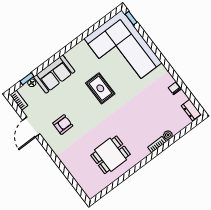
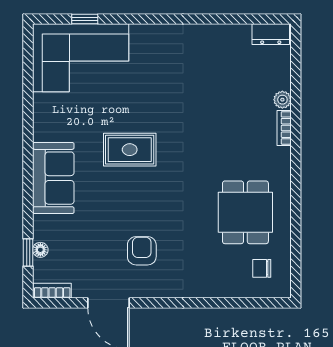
window: (131, 18) -> (85, 19), moved
corner sofa: (123, 51) -> (81, 58), width x0.73, depth x0.74
sofa: (54, 74) -> (53, 178), moved
chair: (175, 89) -> (262, 268), moved

